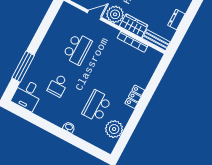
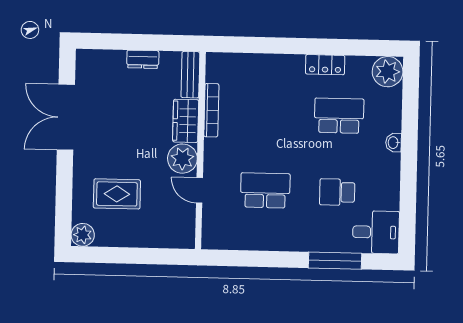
school desk: (58, 85) -> (337, 192), turned 180
locker: (135, 97) -> (325, 65), moved
school desk: (97, 106) -> (339, 116), turned 180
plant: (114, 129) -> (388, 72), moved

